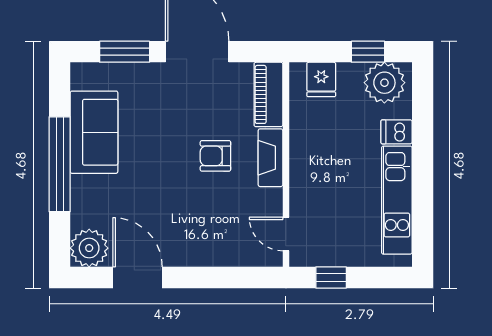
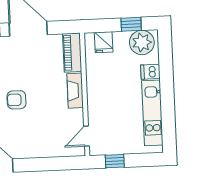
armchair: (215, 156) -> (16, 100), moved
door: (286, 234) -> (87, 136), hinge flipped

